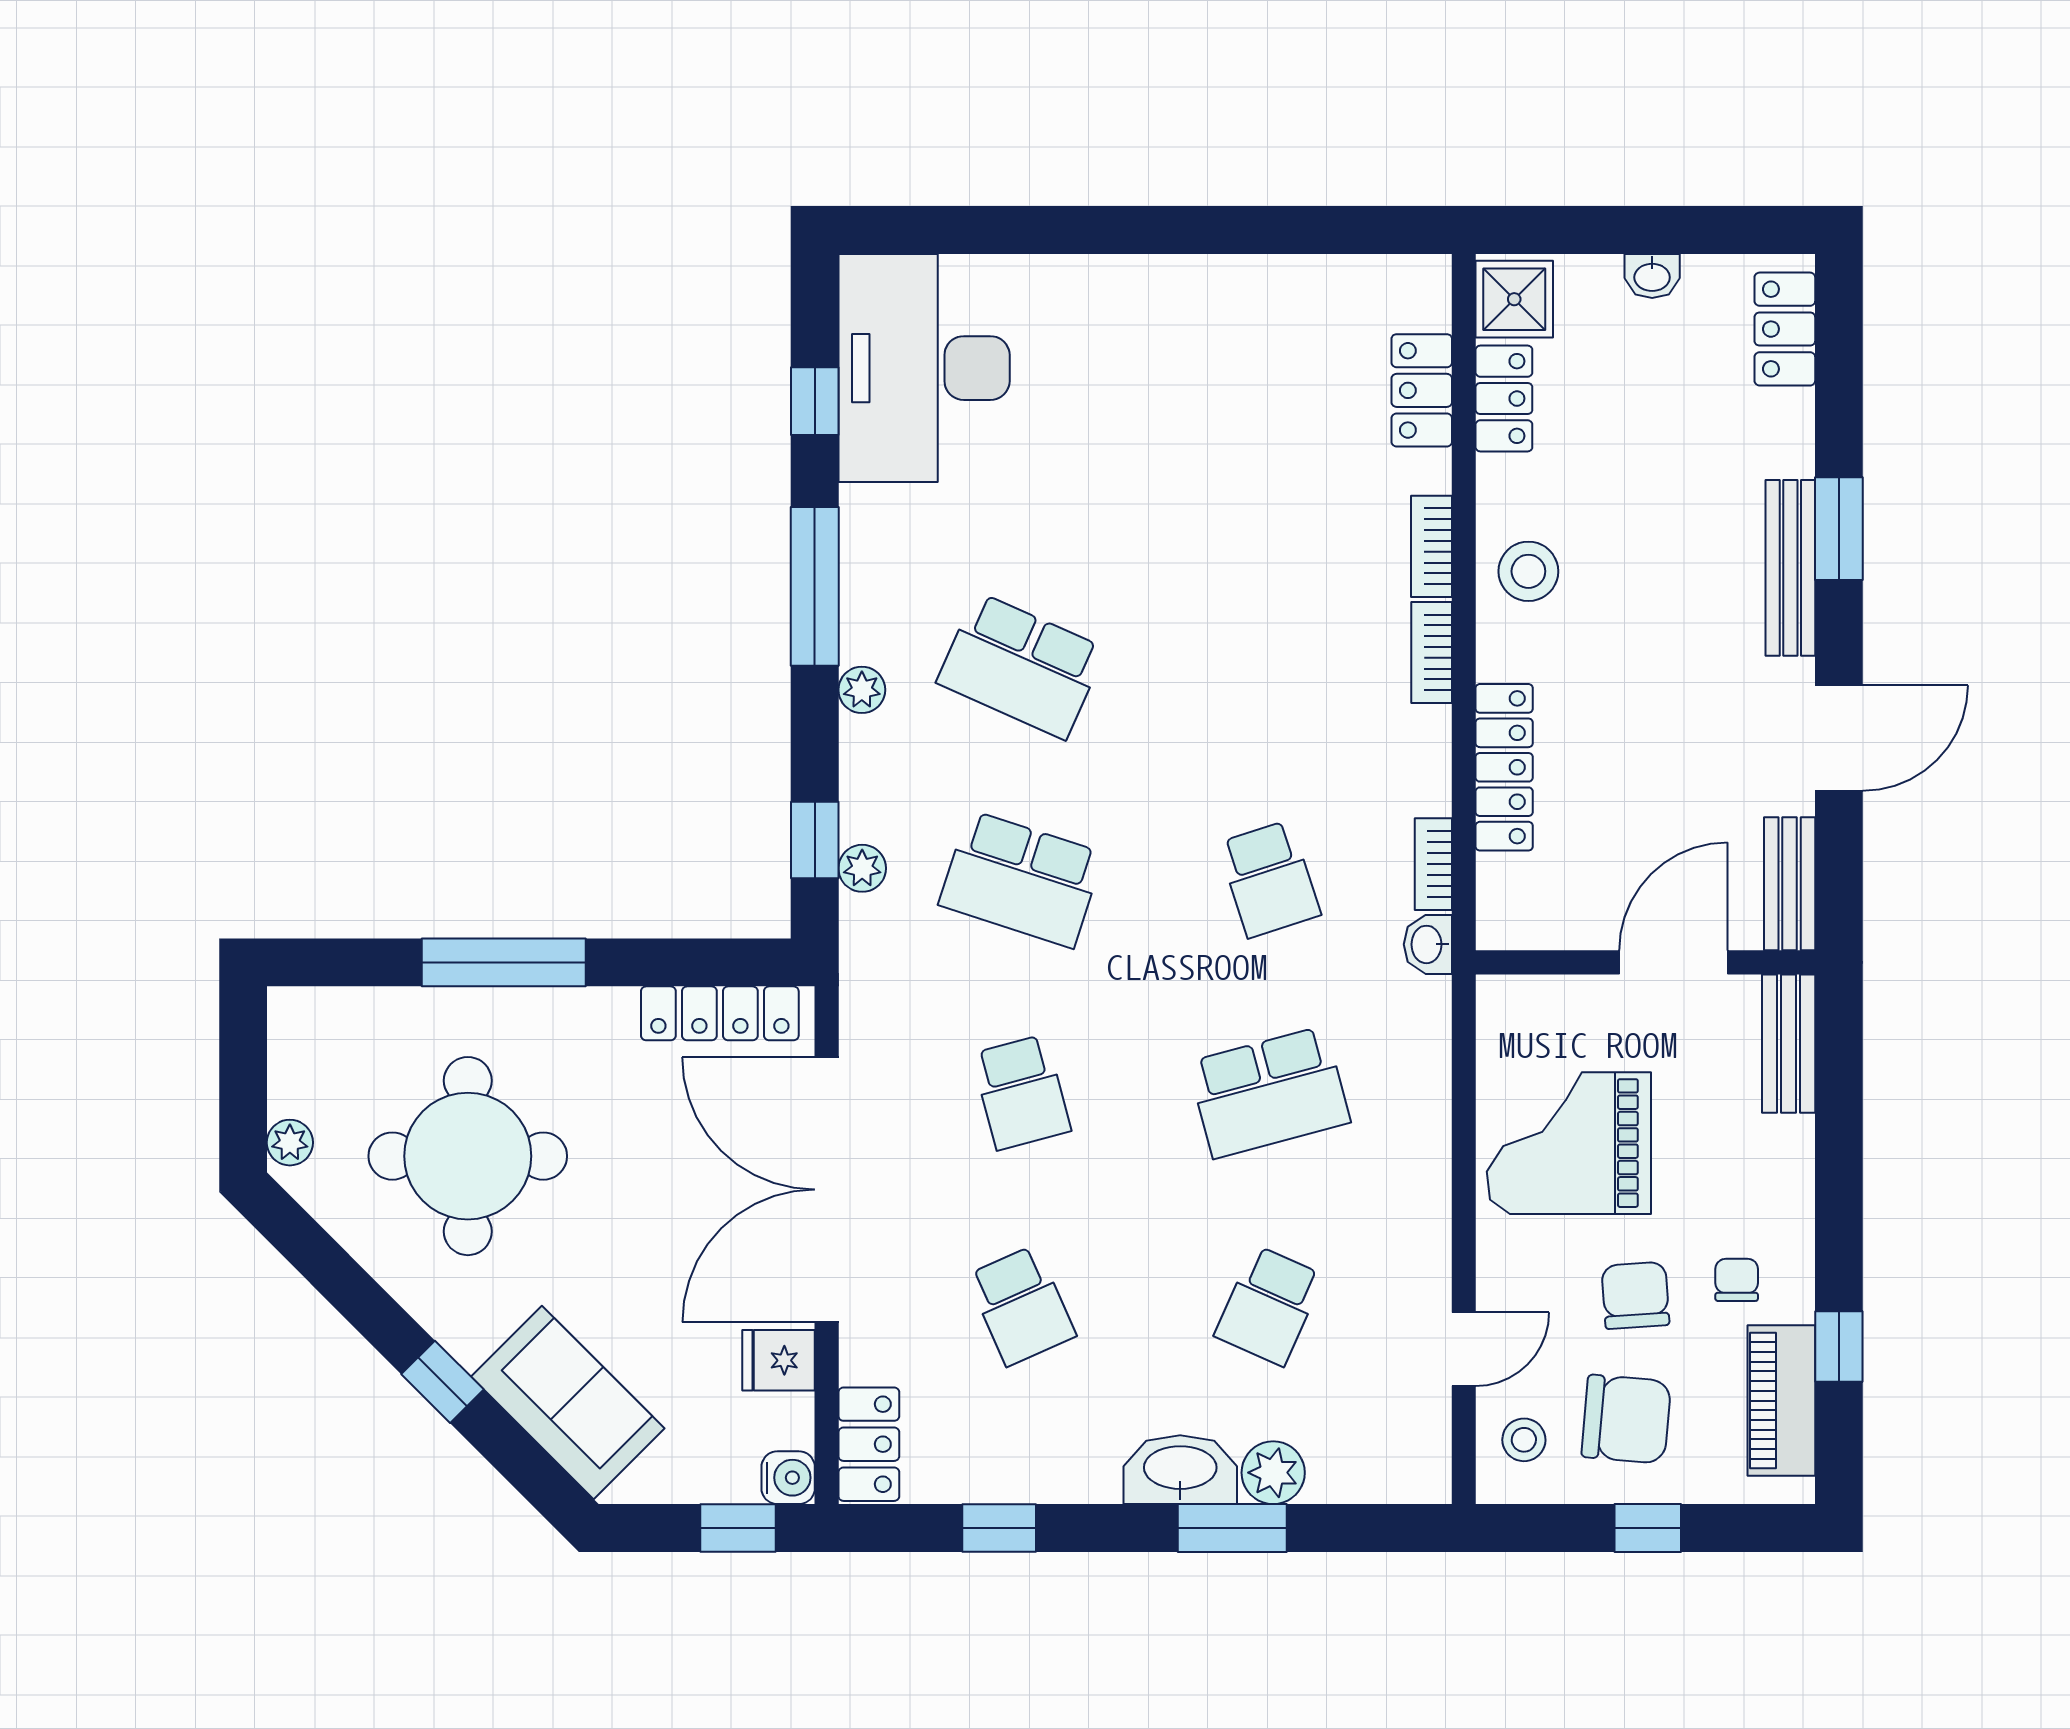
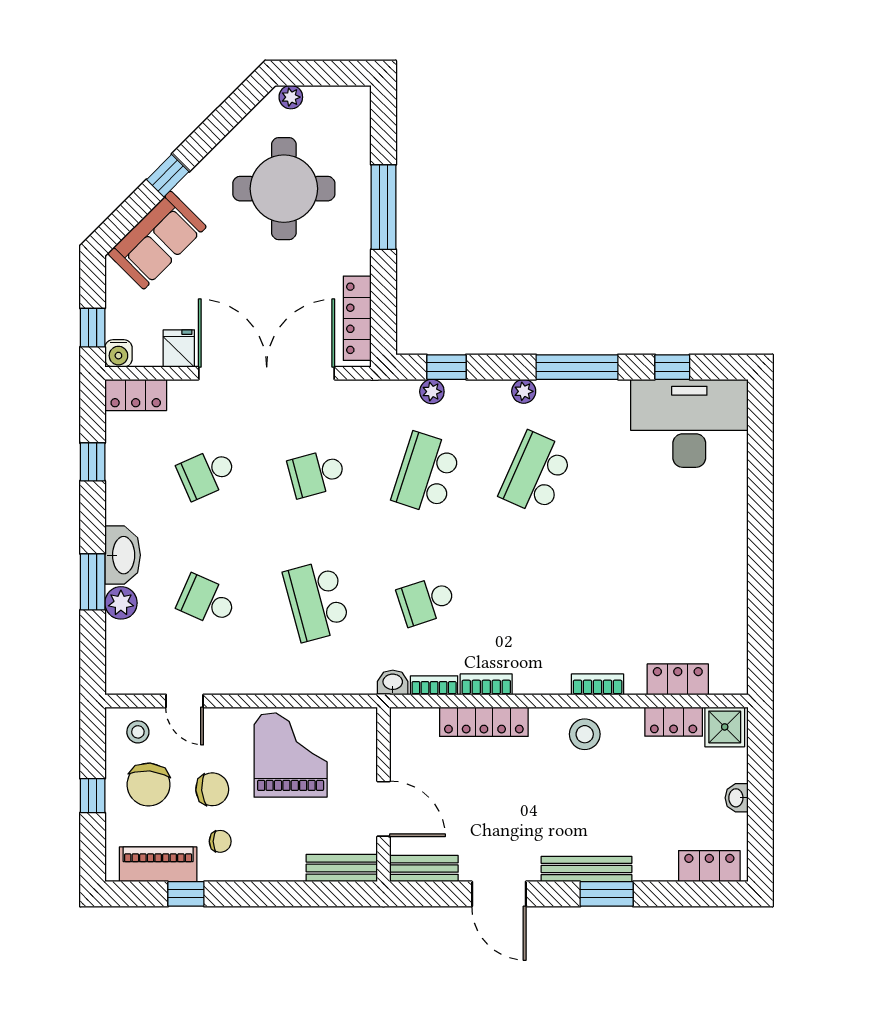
bookcase: (1432, 652) -> (486, 684), moved

